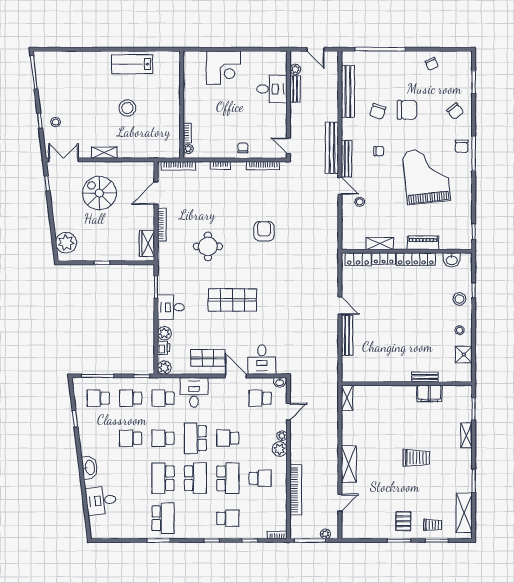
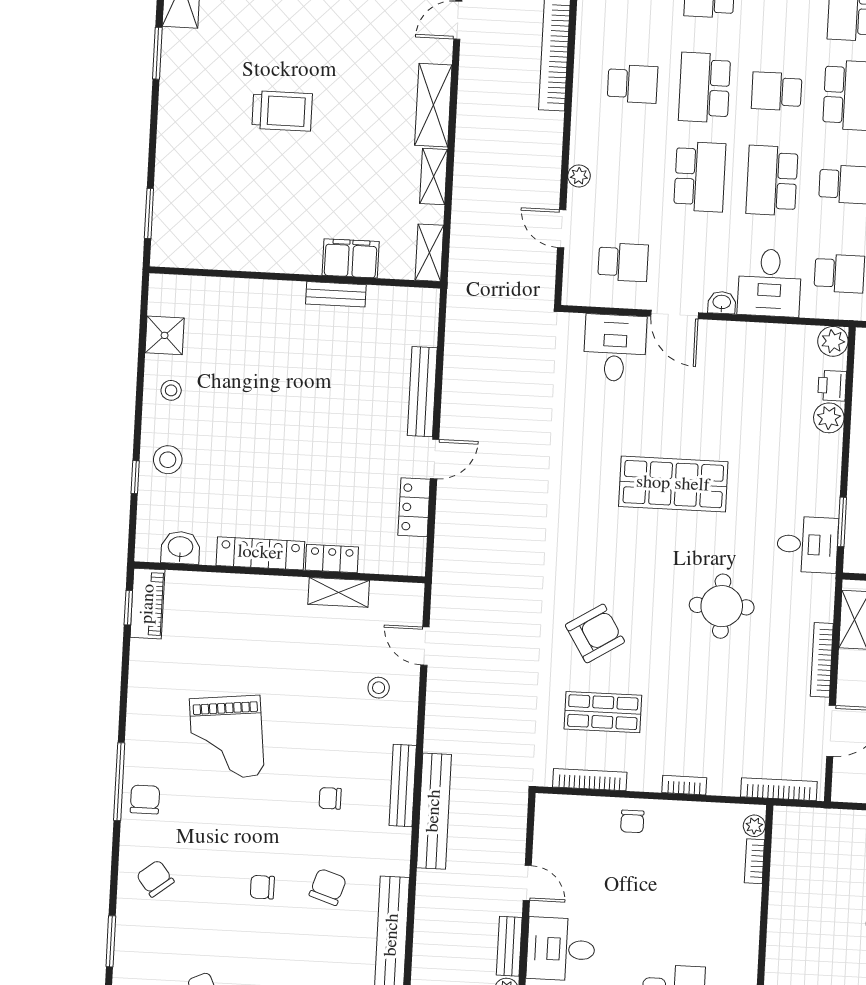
chair: (407, 110) -> (262, 887), width x0.54, depth x0.54
door: (288, 146) -> (527, 883), moved
grand piano: (426, 176) -> (227, 737), width x0.73, depth x0.68
door: (340, 186) -> (425, 646), moved
armchair: (264, 231) -> (595, 633), turned -122
piano: (423, 243) -> (148, 604), moved, turned -90
locker: (358, 259) -> (414, 507), moved, turned -90
door: (340, 306) -> (435, 459), swing flipped
desk: (171, 307) -> (807, 544), moved
shop shelf: (208, 358) -> (603, 712), moved
bench: (425, 377) -> (336, 294), moved
washbasin: (280, 382) -> (722, 303), moved
filing cabinet: (429, 393) -> (351, 258), moved
door: (288, 412) -> (562, 229), hinge flipped
shelving: (466, 435) -> (434, 176), moved
school desk: (195, 438) -> (772, 181), turned 180
school desk: (228, 438) -> (700, 177), width x1.85
plant: (280, 449) -> (586, 147), removed
trolley: (416, 458) -> (282, 111), turned 180
school desk: (195, 478) -> (777, 91), width x0.54
school desk: (260, 478) -> (632, 84), turned 180

